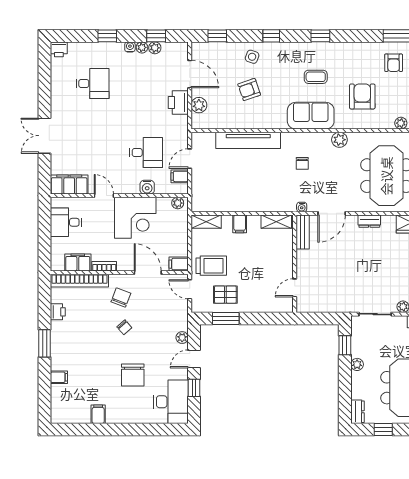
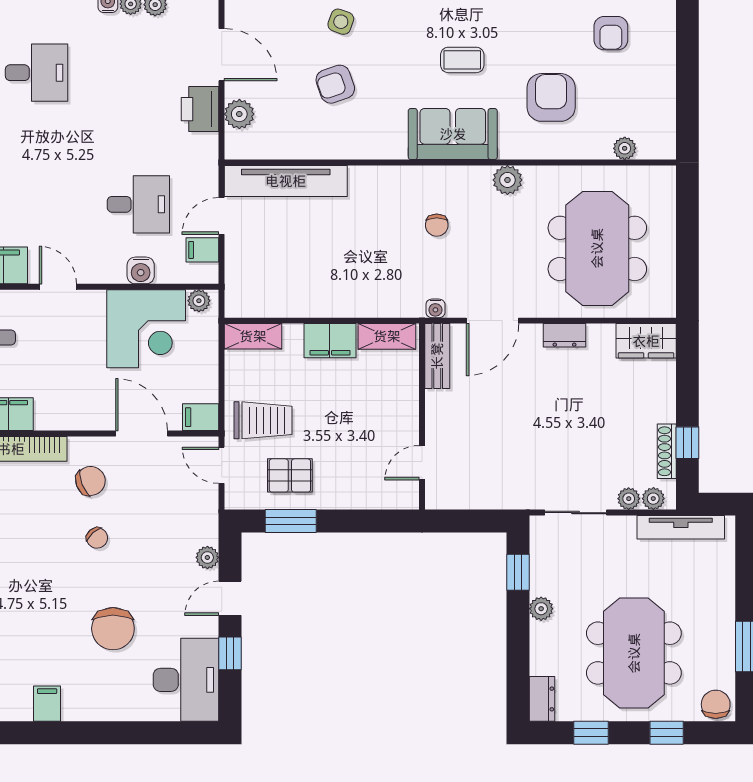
tv unit: (248, 140) -> (286, 181), moved
corner desk: (135, 218) -> (146, 329), moved
filing cabinet: (240, 224) -> (330, 341), width x2.00
bookcase: (104, 266) -> (59, 421), removed
chair: (121, 297) -> (90, 481), turned 48

